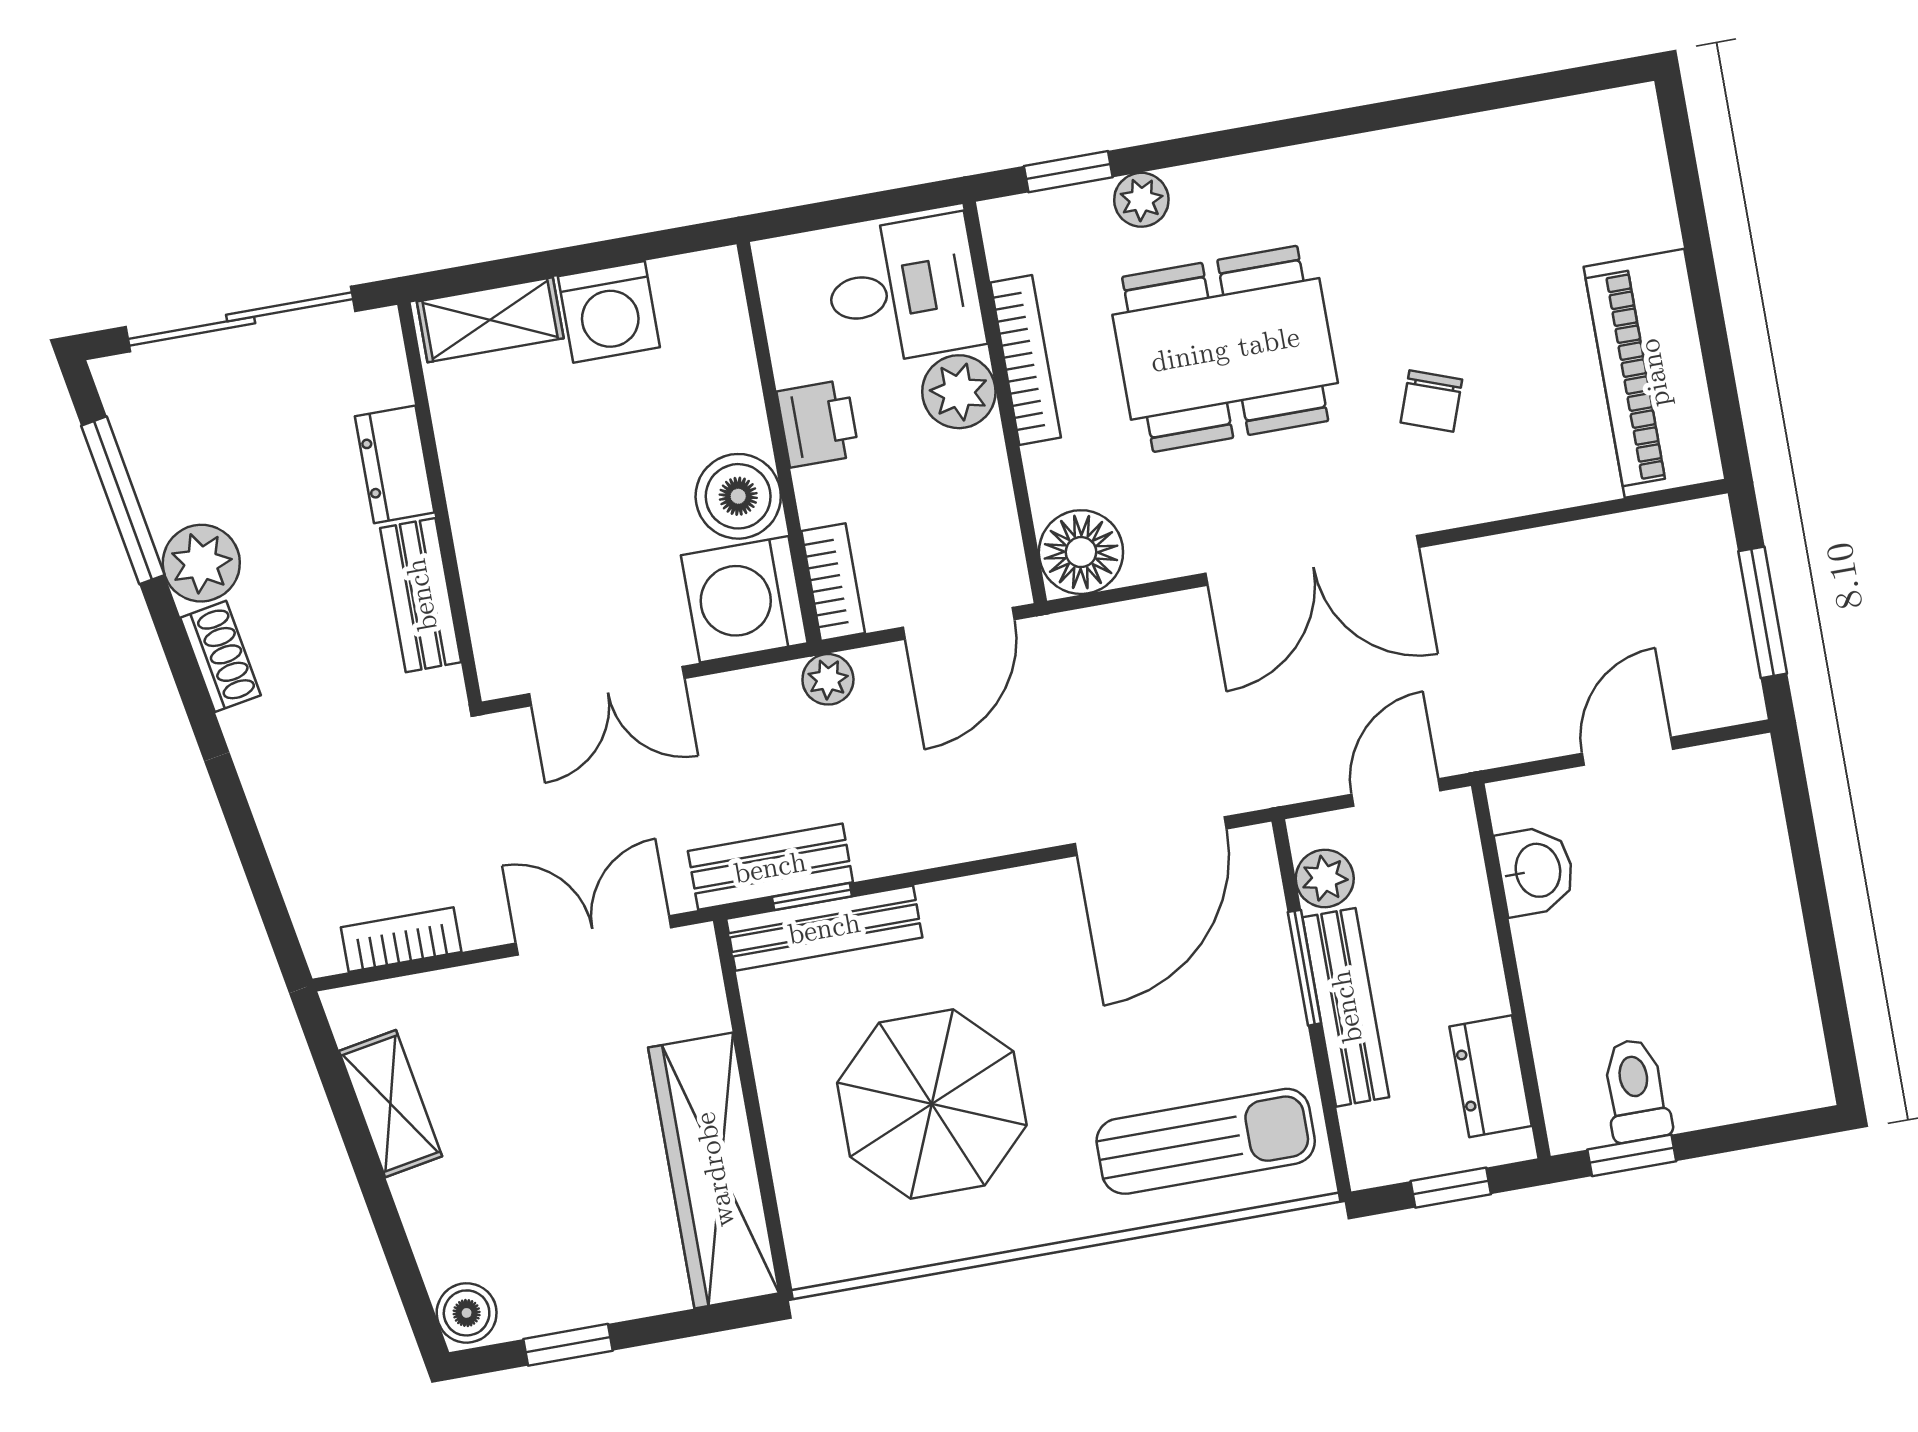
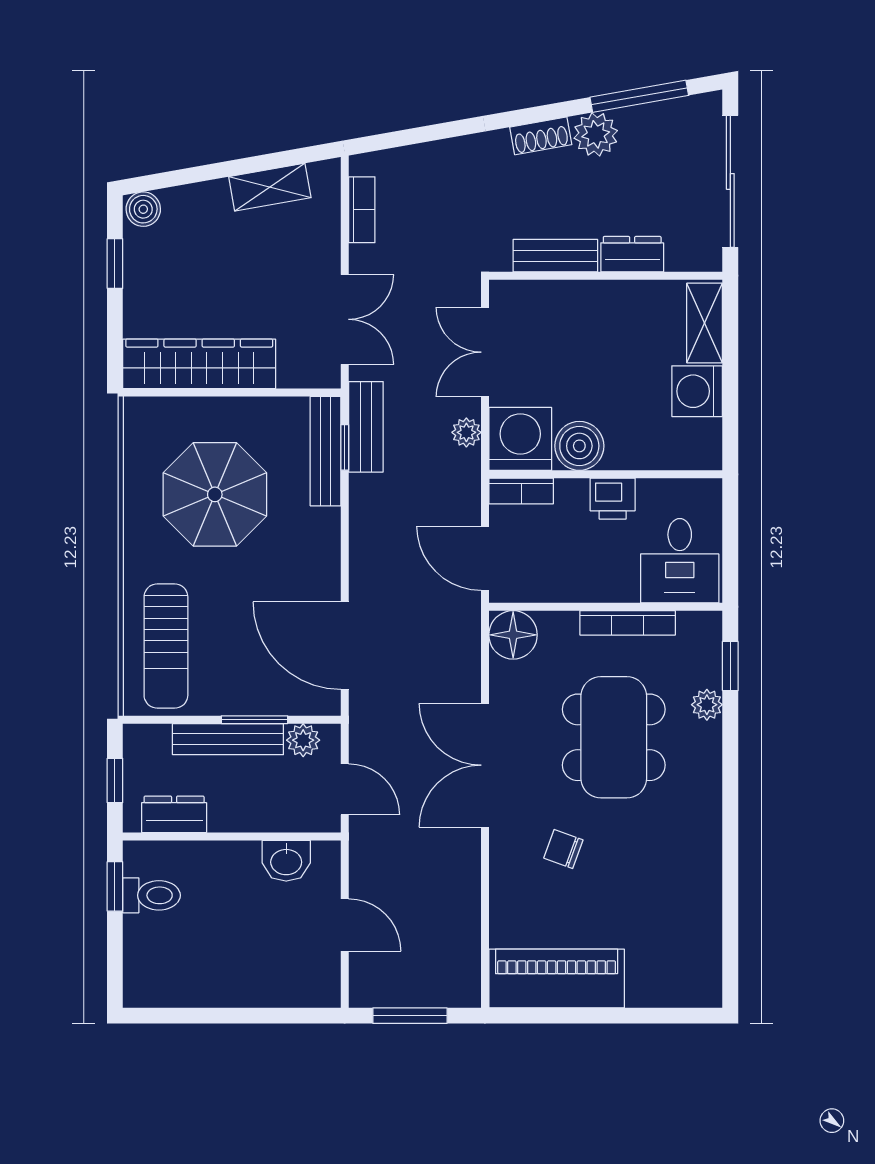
plant: (959, 392) -> (616, 582), removed
plant: (828, 679) -> (466, 432), moved

